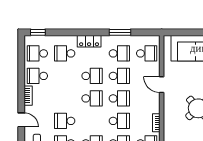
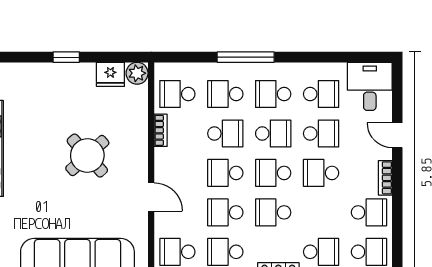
school desk: (65, 98) -> (321, 173), added
school desk: (92, 121) -> (273, 133), added
school desk: (119, 121) -> (225, 133), turned 180

